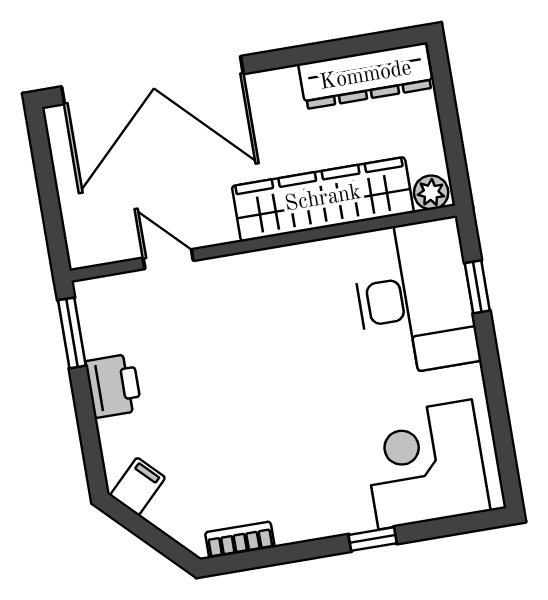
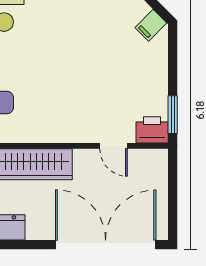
printer: (113, 386) -> (152, 130), moved, turned 90

